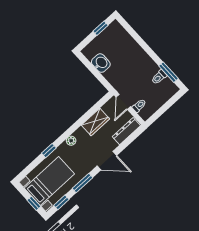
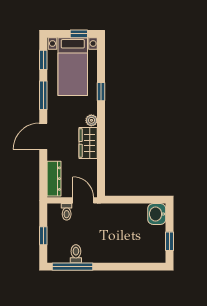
washbasin: (101, 63) -> (157, 214), moved, turned 90
window: (169, 72) -> (73, 267), width x1.44
window: (166, 106) -> (43, 236), added
wardrobe: (95, 122) -> (88, 143), moved
window: (34, 203) -> (79, 34), moved

